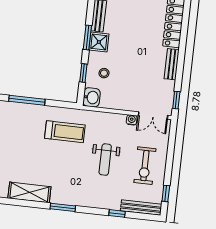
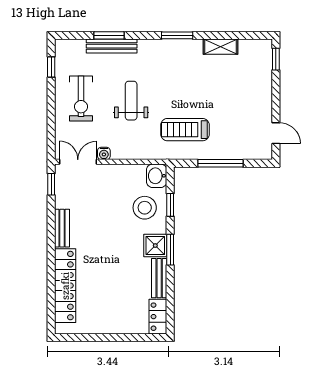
stool: (104, 73) -> (145, 208), width x1.89, depth x1.89
window: (27, 100) -> (220, 163), moved
exercise bike: (145, 166) -> (81, 99), turned 180
shelving: (29, 192) -> (221, 47), width x0.67, depth x0.75
bench: (141, 208) -> (112, 46), moved
window: (117, 213) -> (109, 35), width x1.50

